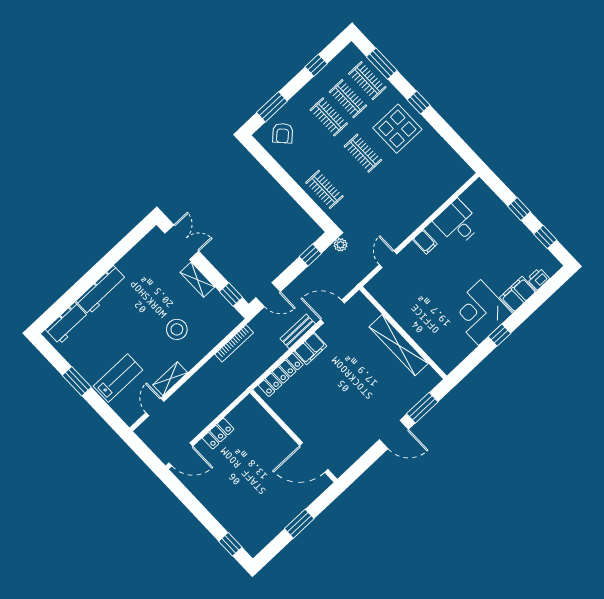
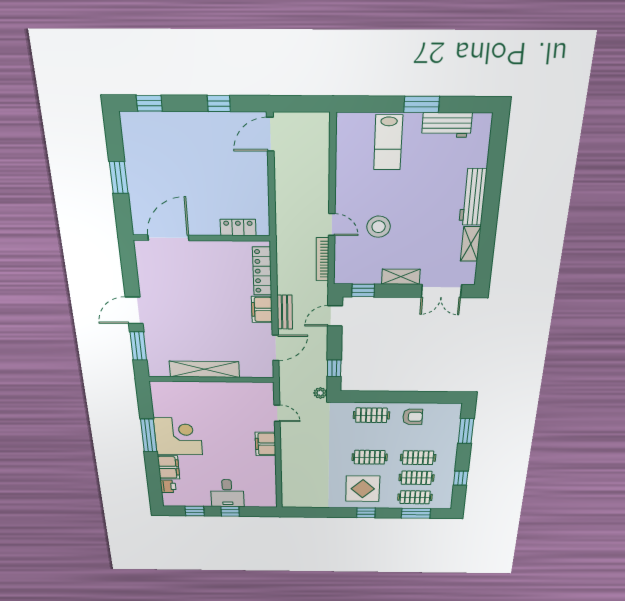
armchair: (283, 133) -> (413, 417), moved, turned 133
desk: (457, 223) -> (227, 493), moved, turned 90
filing cabinet: (425, 242) -> (266, 444), width x2.00
workbench: (67, 323) -> (447, 125), moved, turned -90
window: (500, 335) -> (149, 435), width x2.17
shelving: (170, 379) -> (471, 244), moved
door: (155, 407) -> (332, 225), moved
locker: (218, 434) -> (238, 227), moved, turned 90
window: (191, 502) -> (219, 103), added

